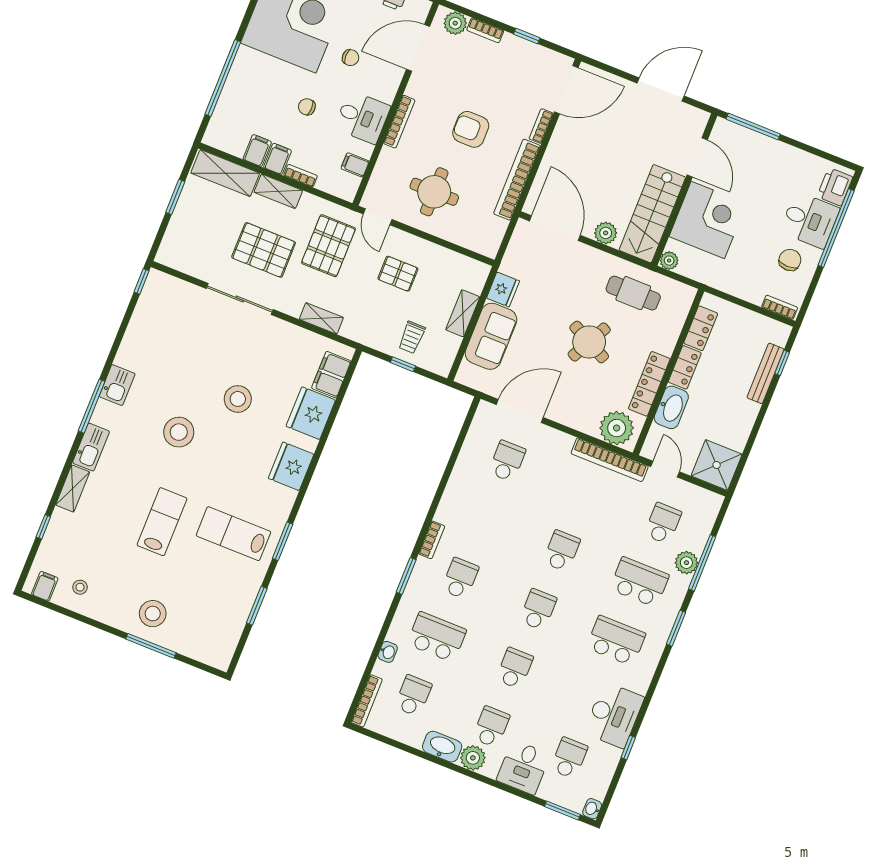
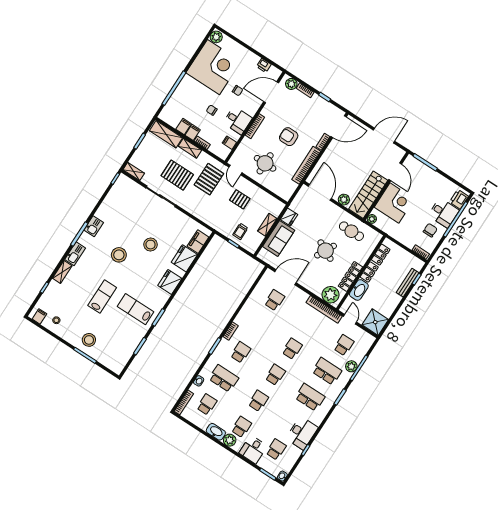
shelving: (321, 318) -> (134, 171), moved

